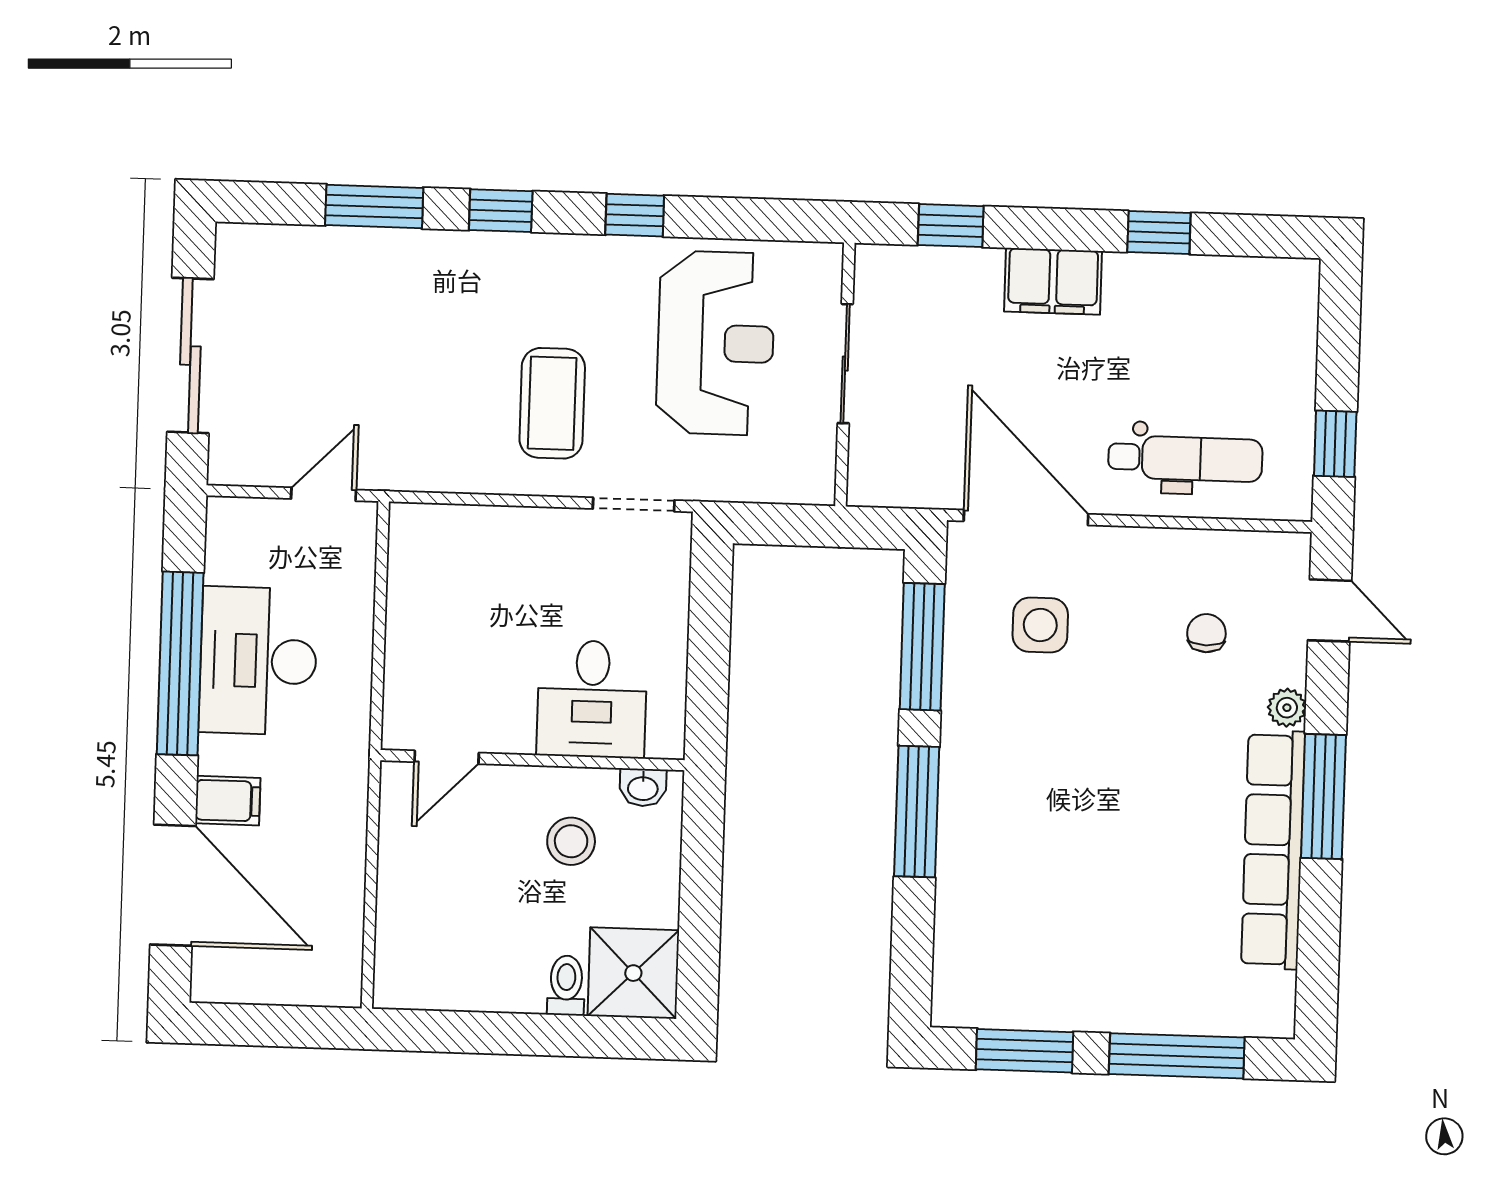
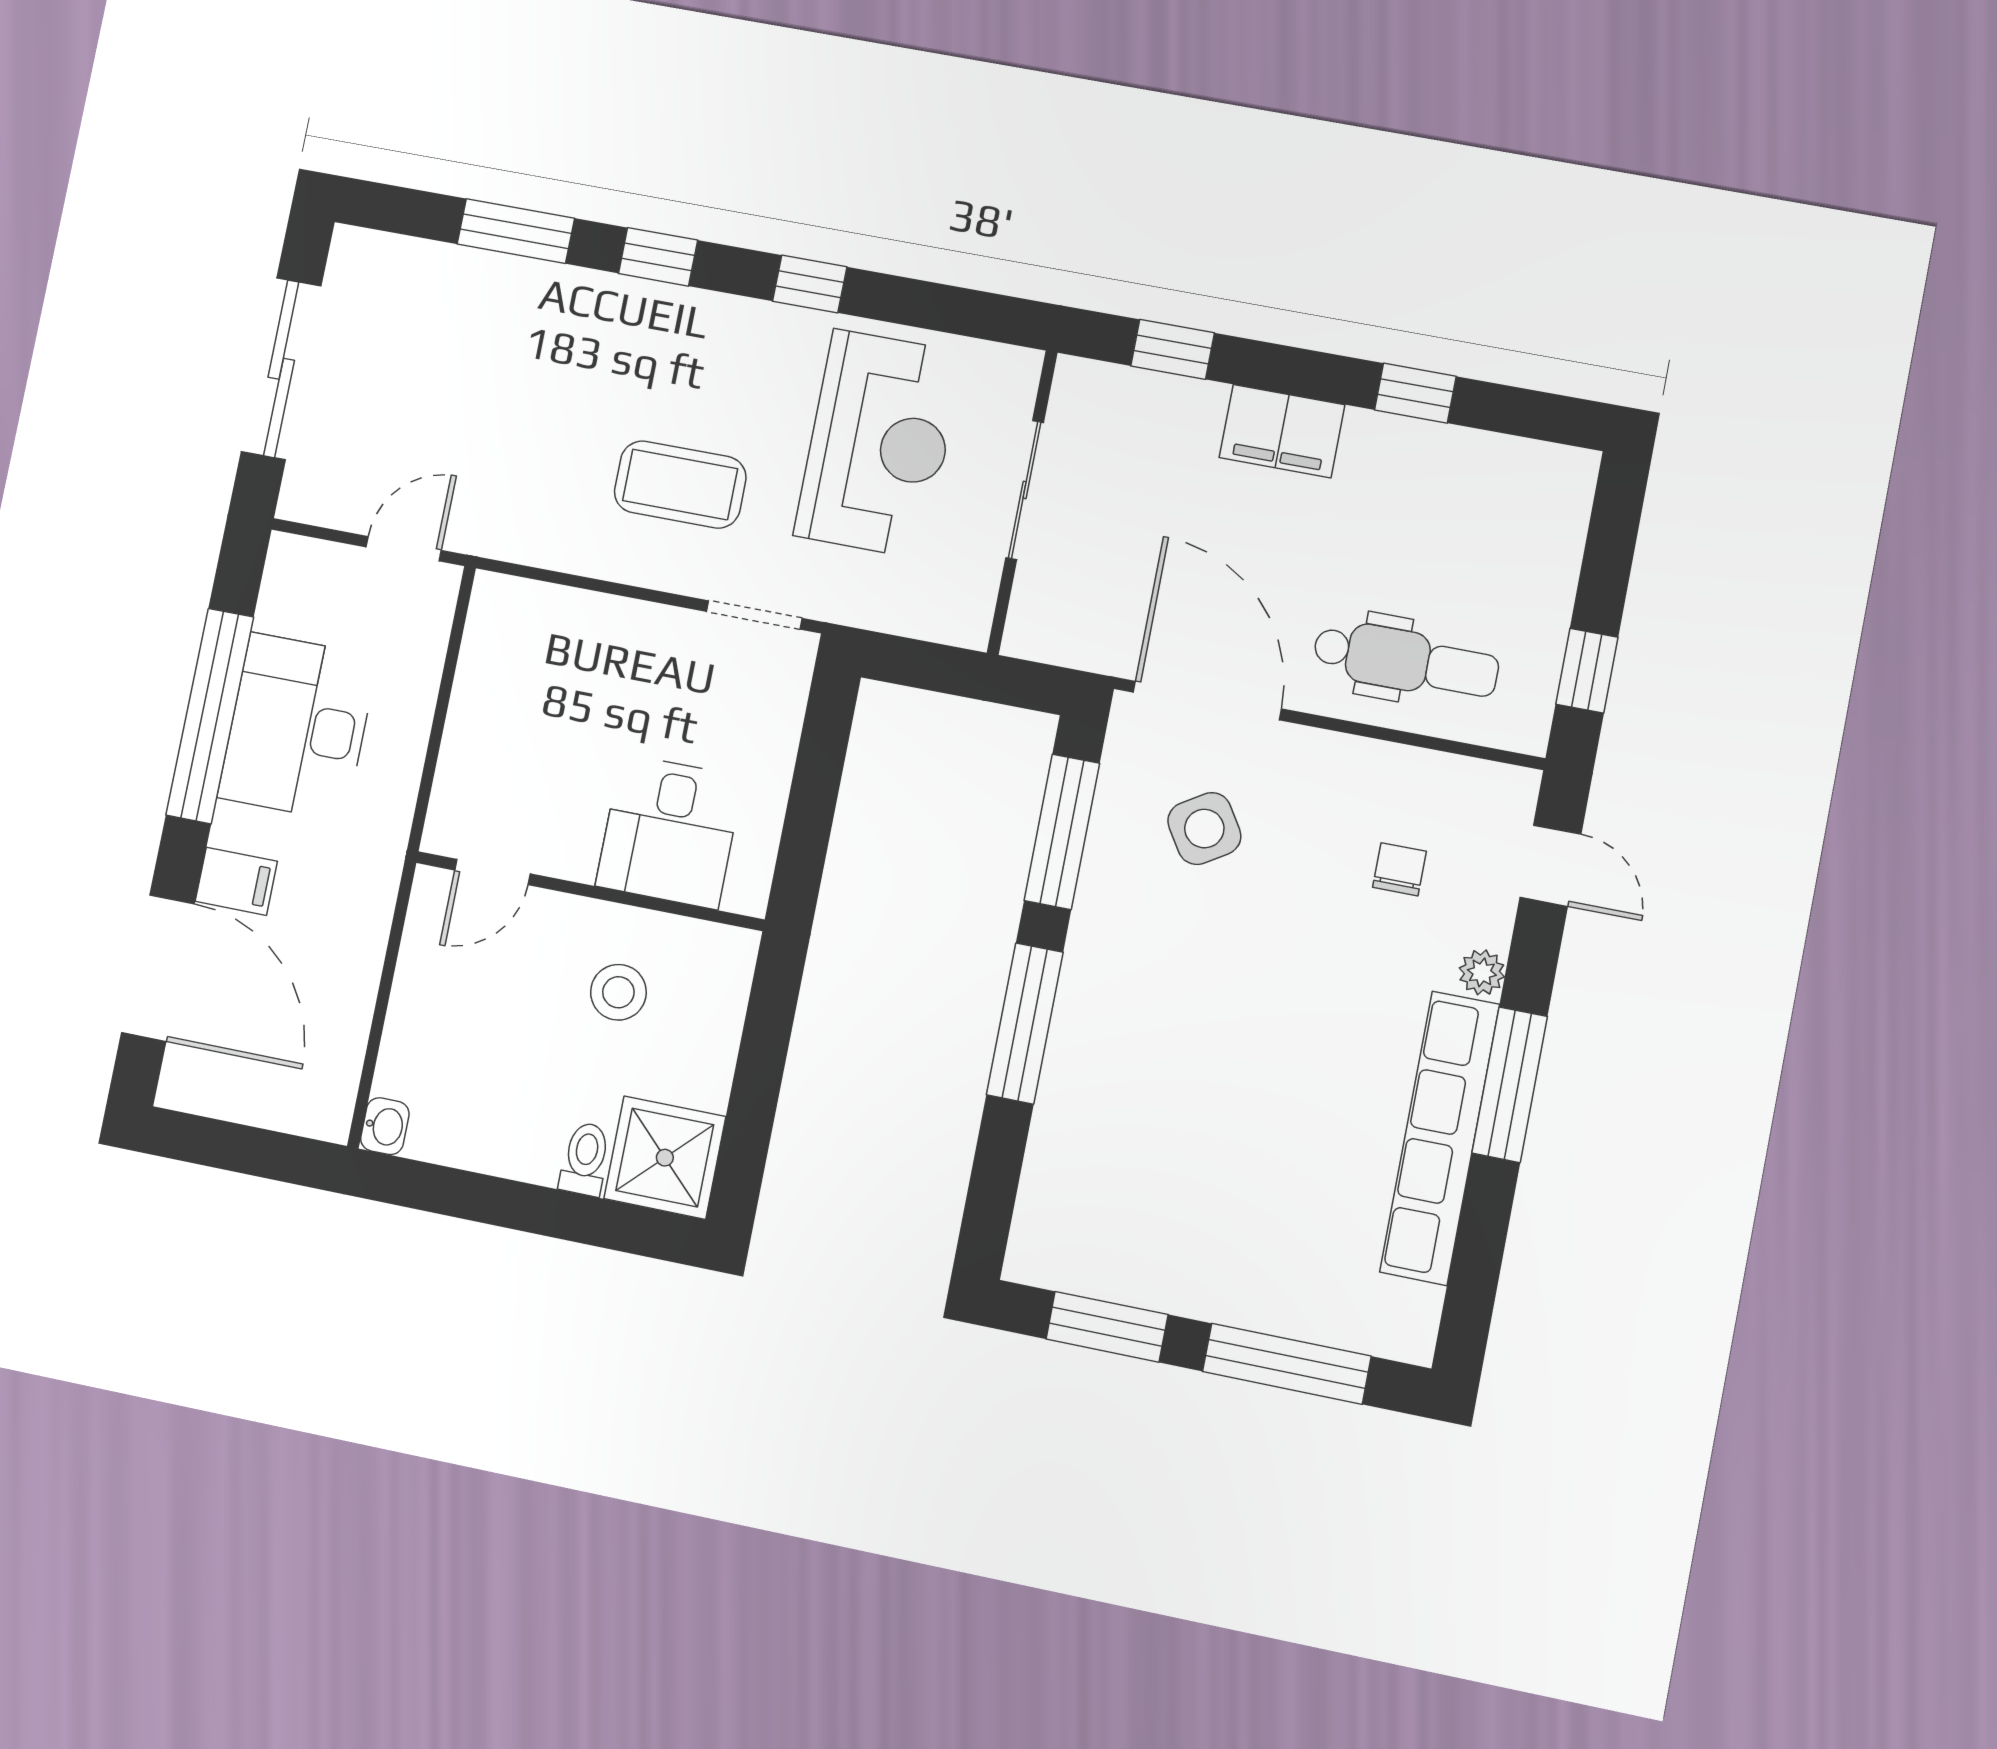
coffee table: (552, 403) -> (680, 485), turned 90
side table: (1040, 625) -> (1204, 829), turned -32
washbasin: (643, 788) -> (385, 1126), moved, turned -90

